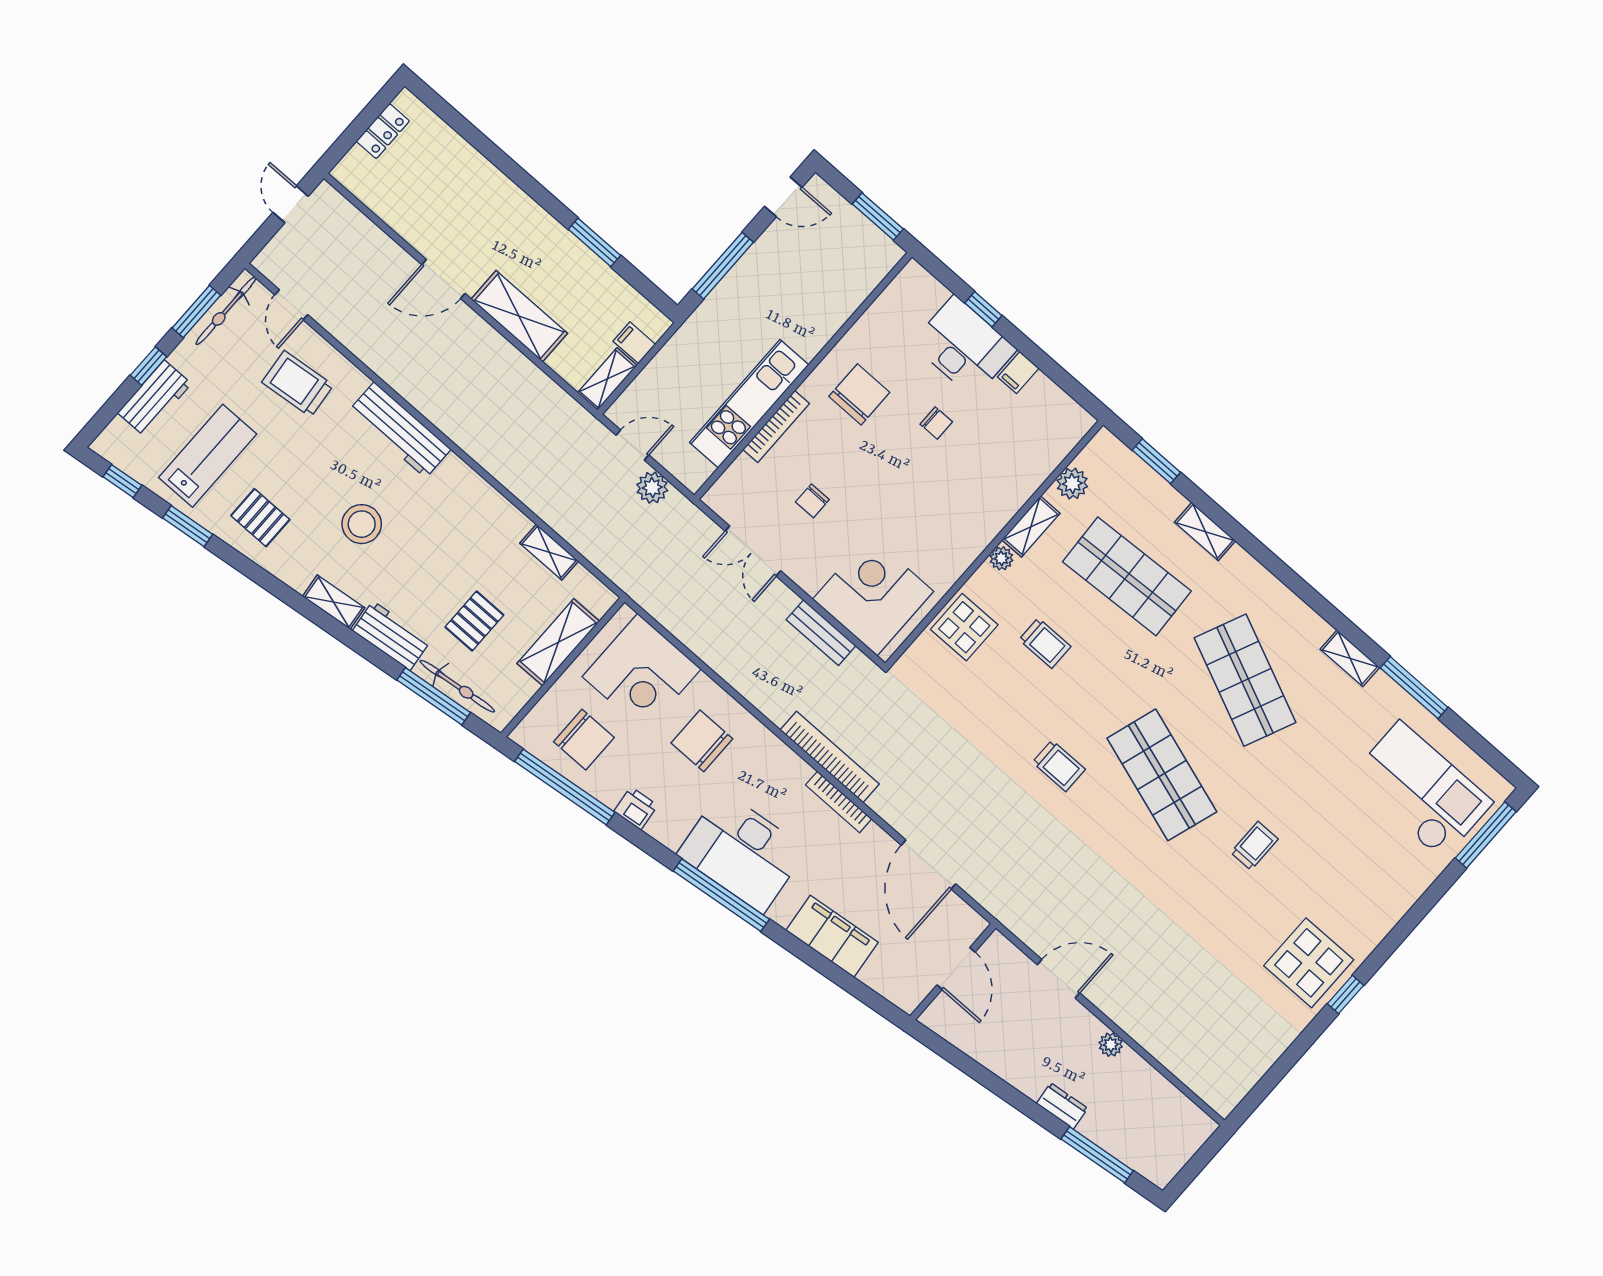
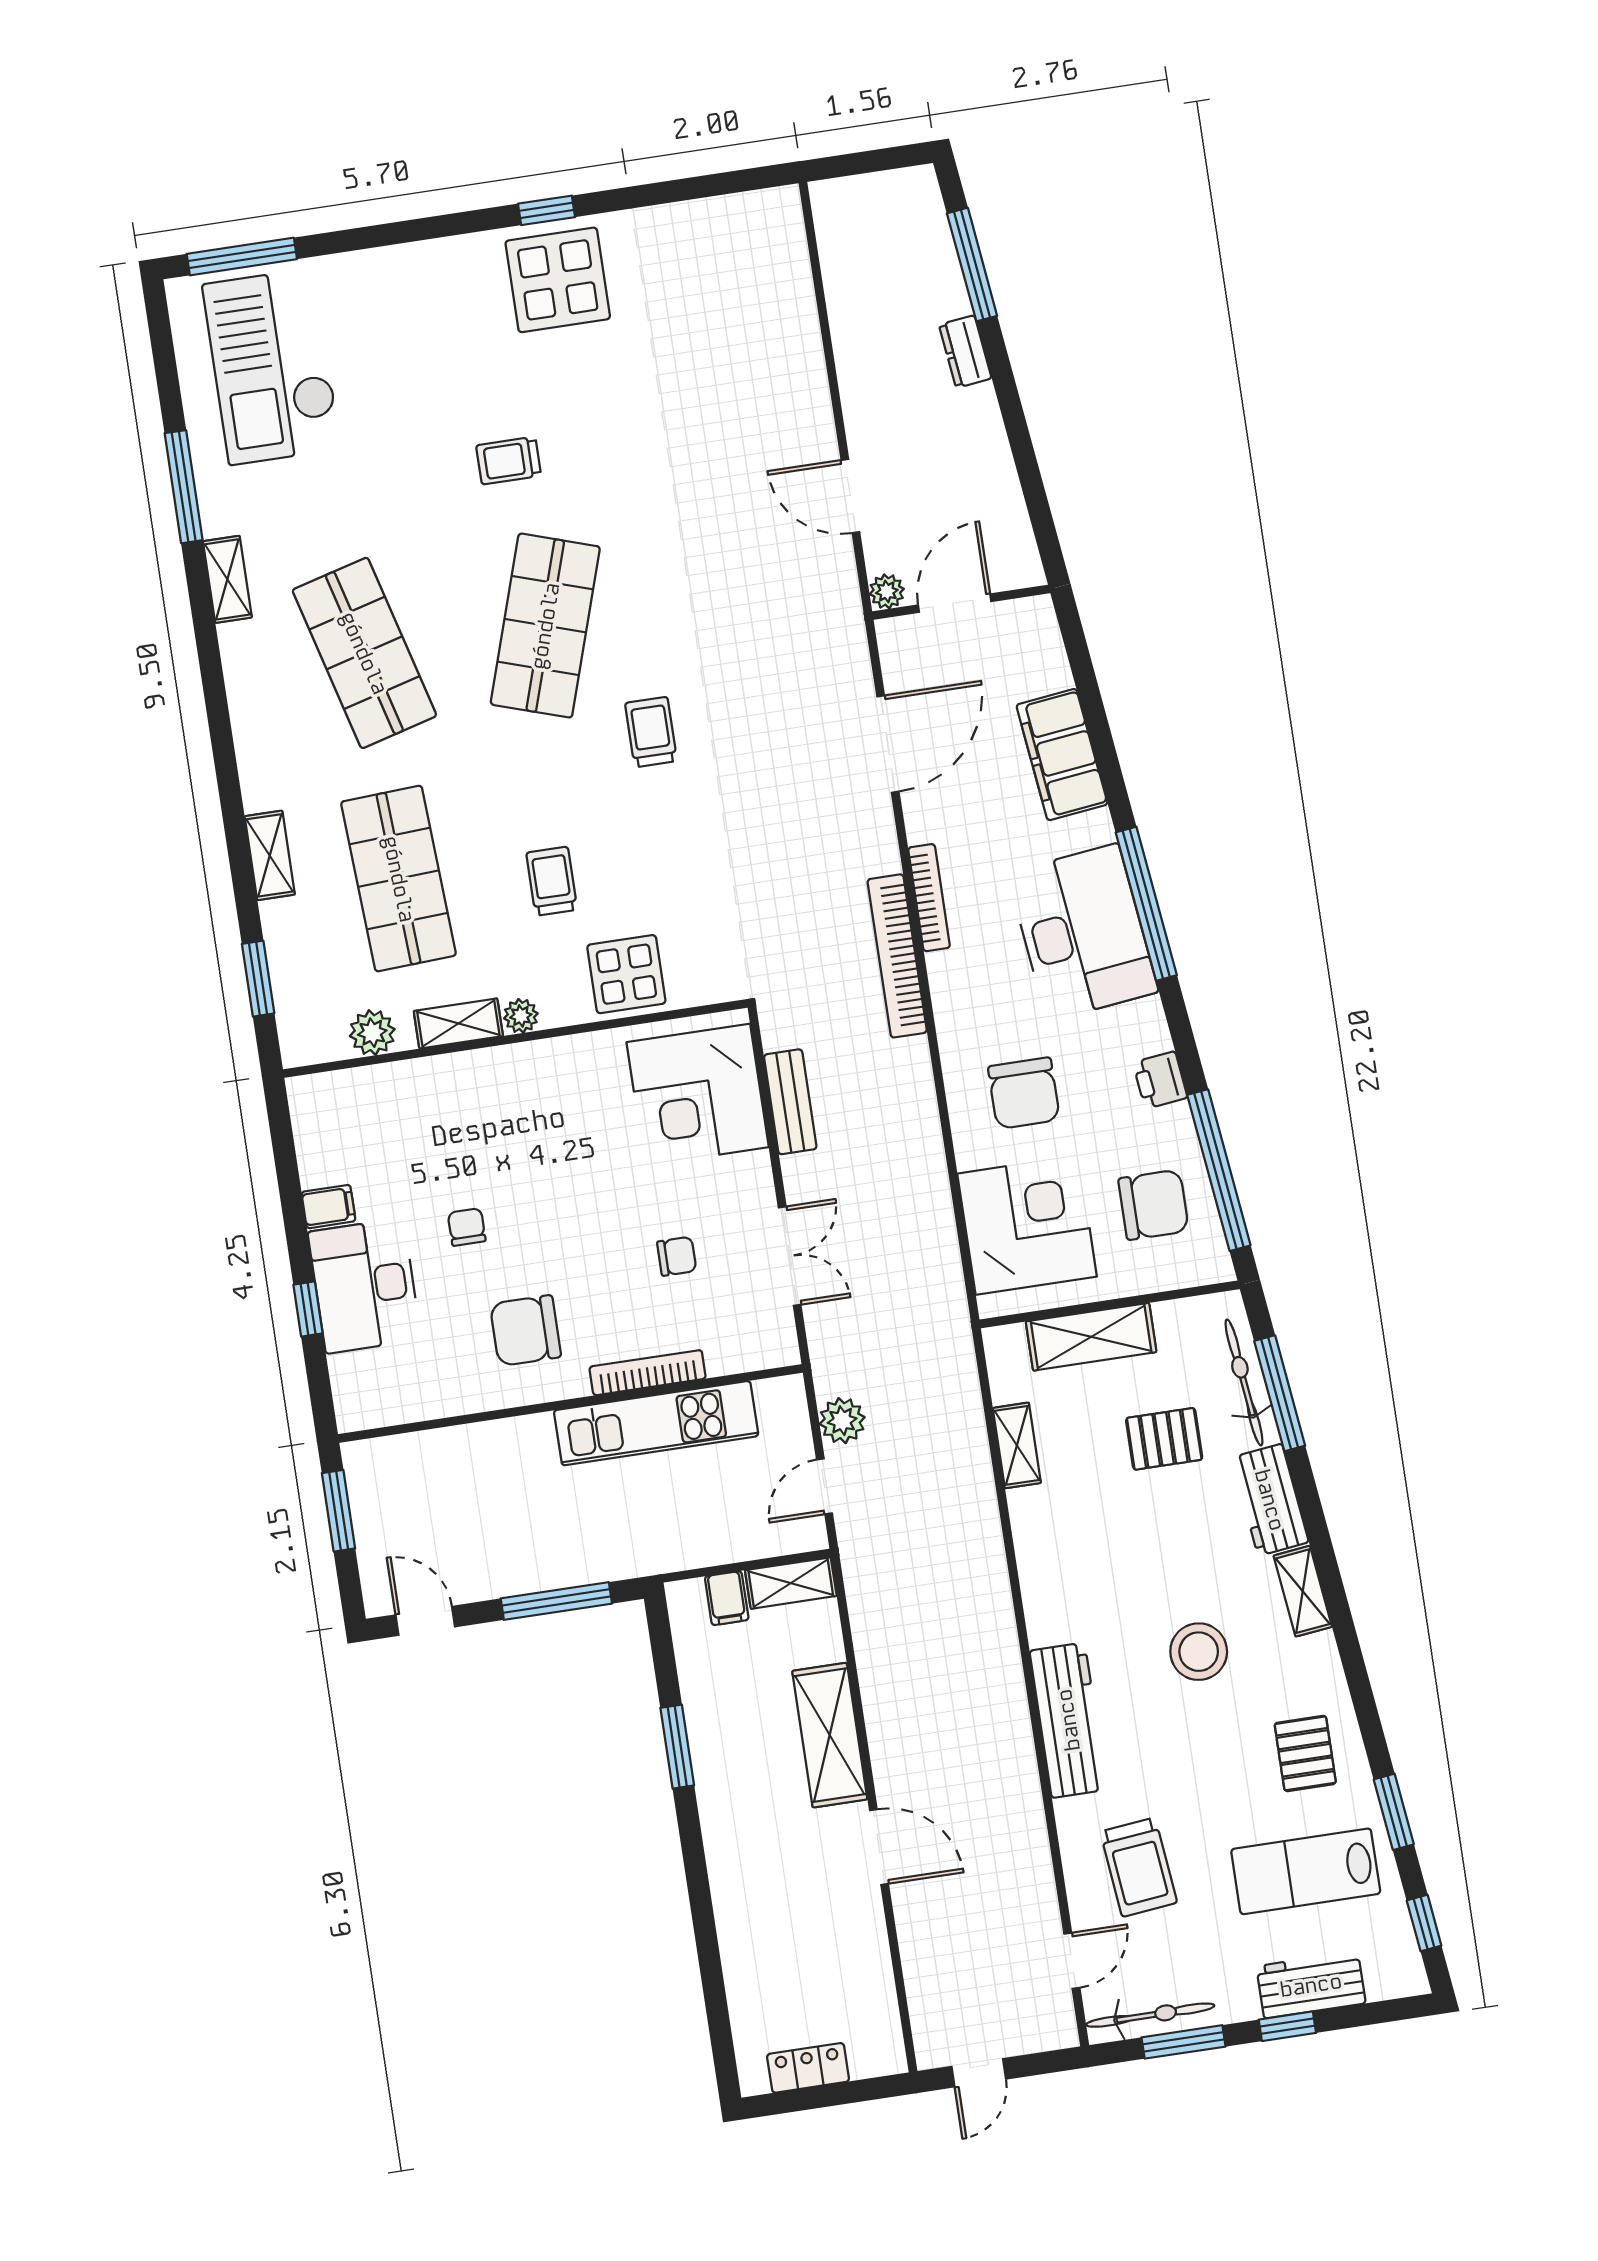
door: (632, 445) -> (824, 1486), hinge flipped
shop shelf: (1245, 680) -> (364, 653), turned -39
chair: (584, 740) -> (1153, 1205), turned 90
plant: (1111, 1045) -> (887, 591), moved

